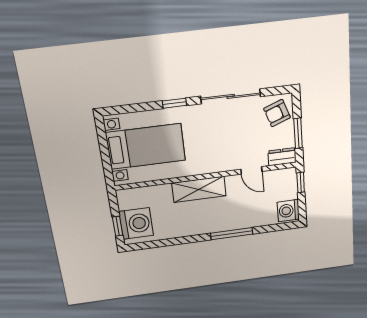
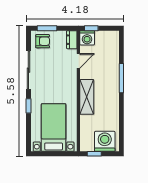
armchair: (277, 113) -> (43, 41), turned -70
window: (298, 133) -> (47, 28), moved
washing machine: (288, 211) -> (87, 38), moved
window: (118, 226) -> (94, 154), moved

